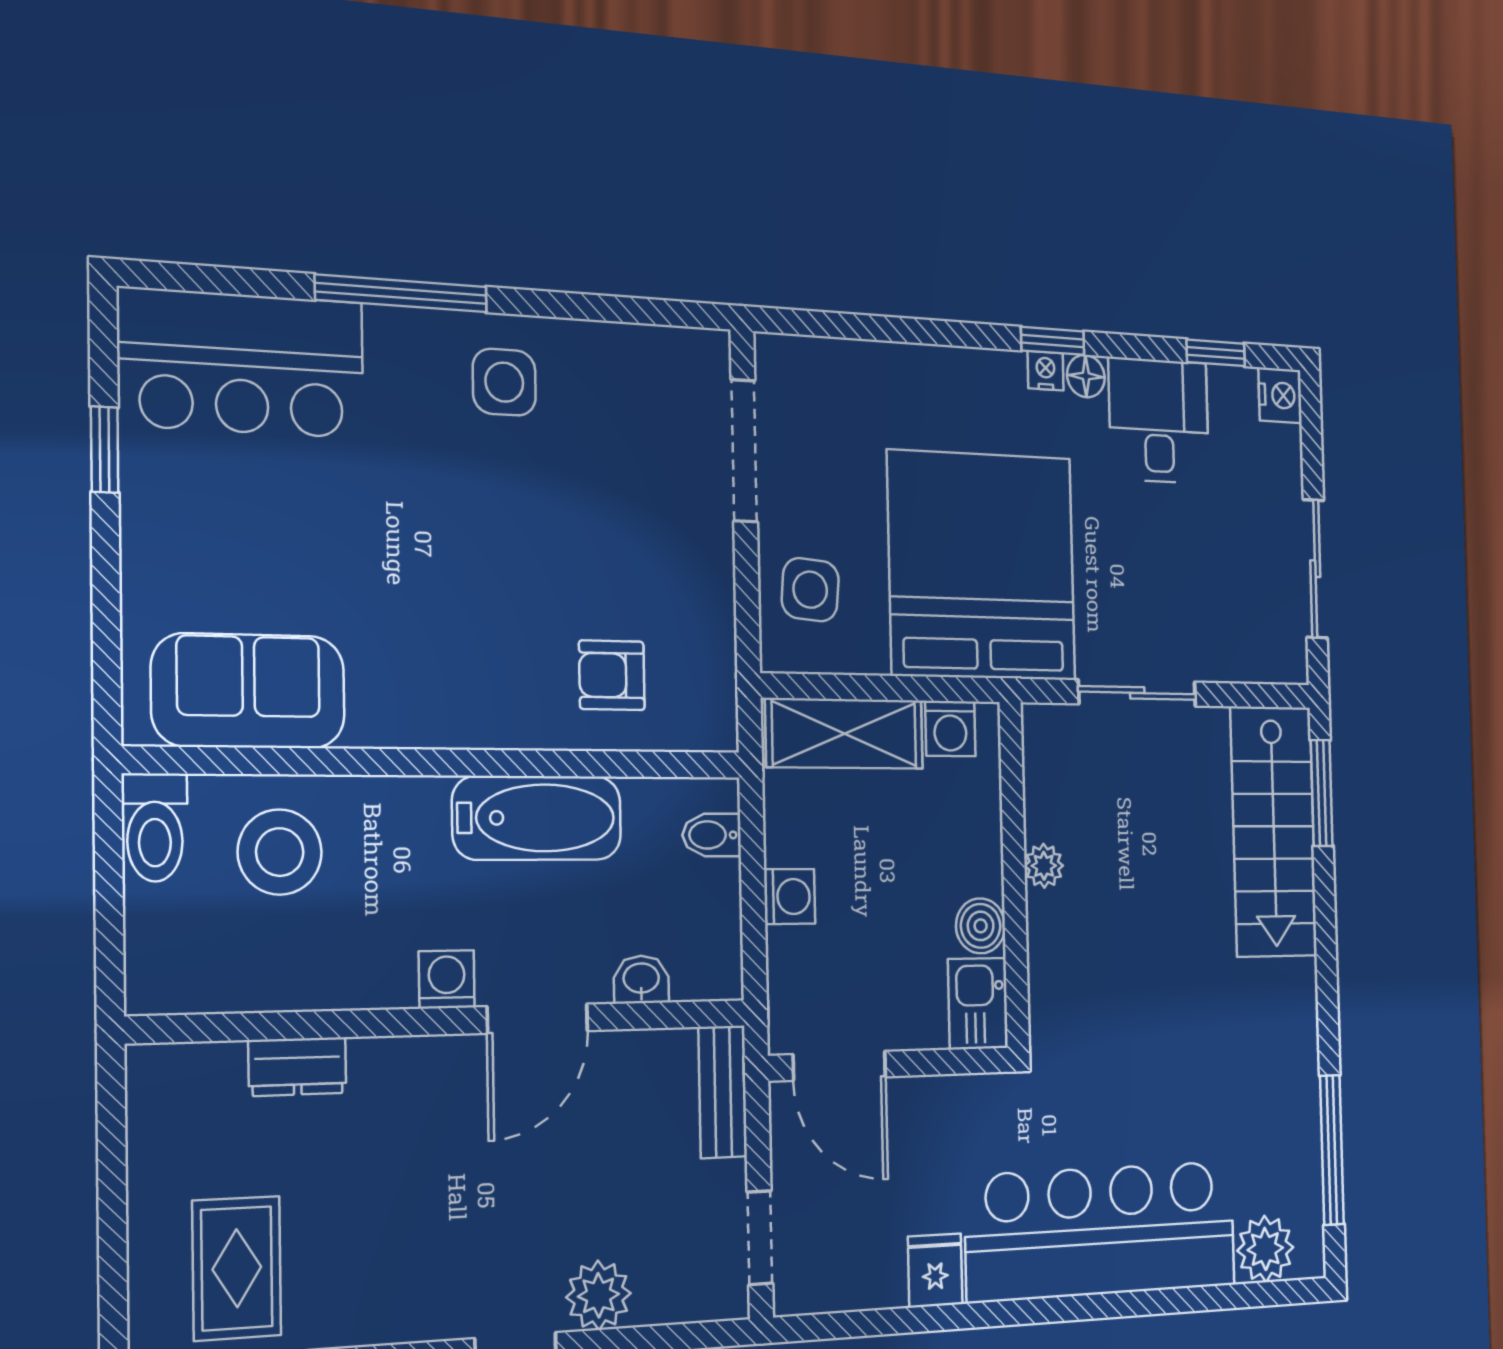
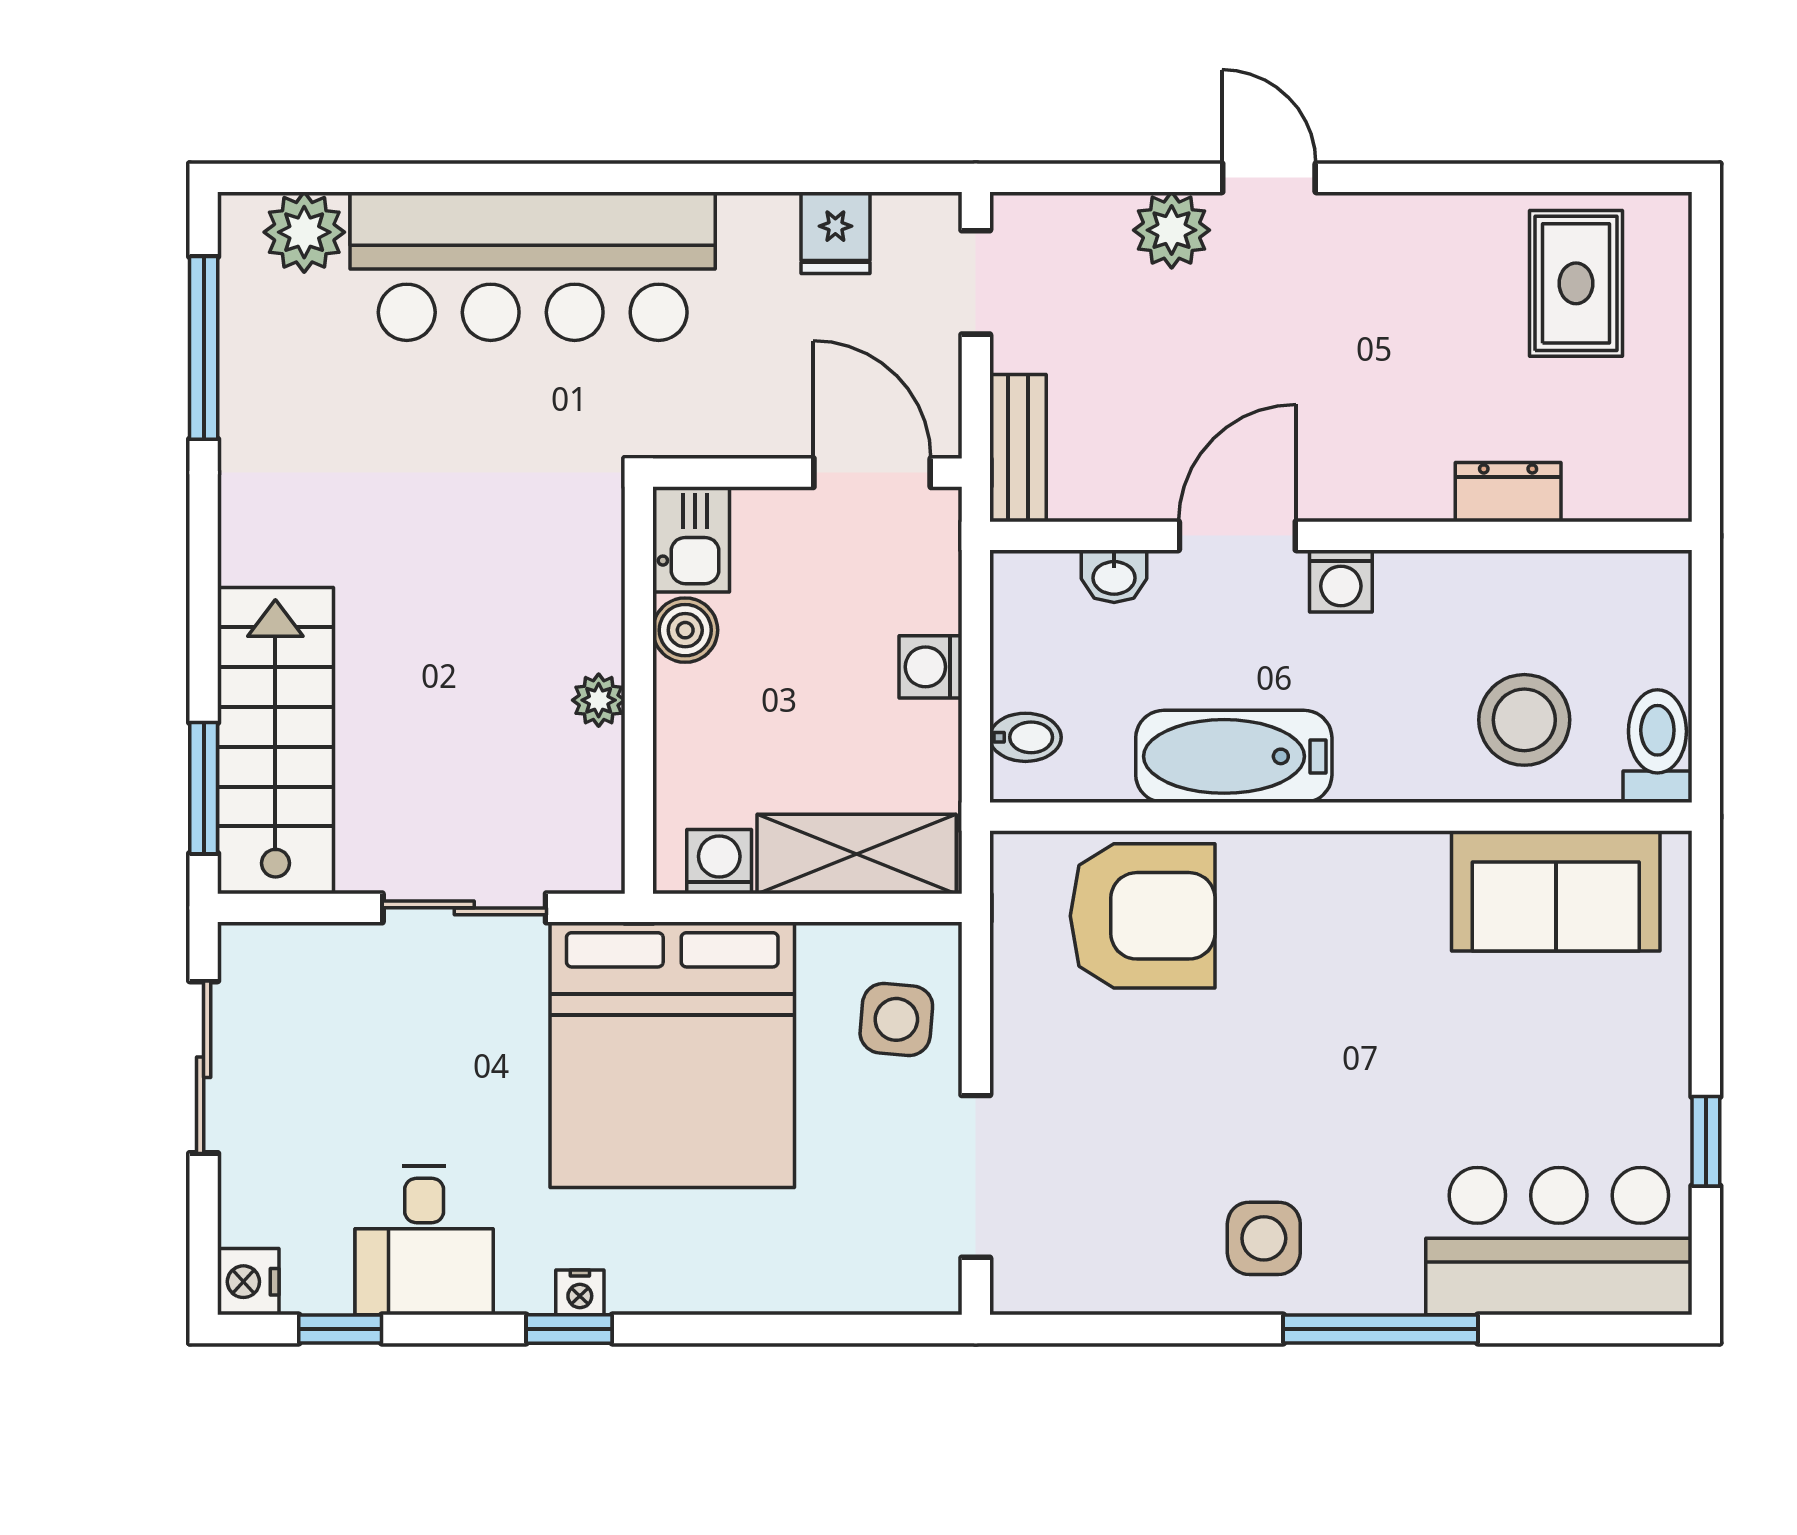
floor lamp: (1086, 376) -> (525, 1289), removed
armchair: (612, 675) -> (1143, 916), width x1.88, depth x1.88
fridge: (935, 1270) -> (835, 233), moved

